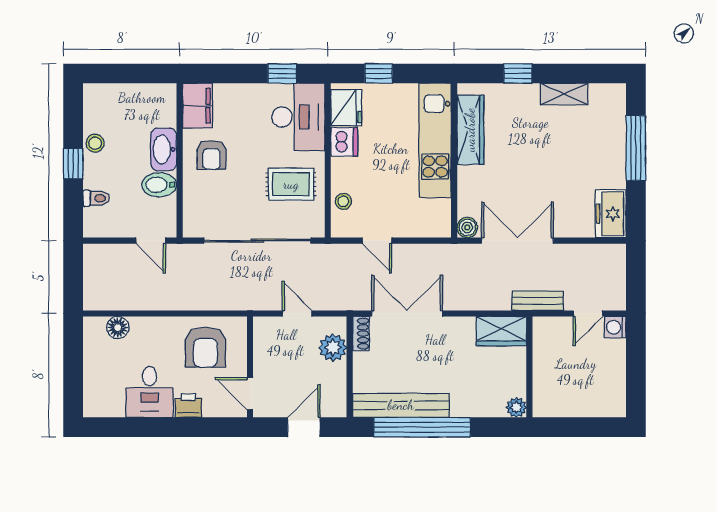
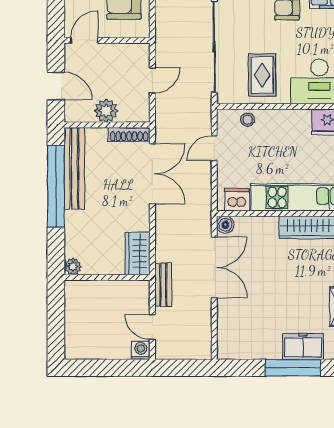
dishwasher: (344, 142) -> (237, 200), moved, turned 180
freezer: (611, 214) -> (303, 346), moved
shoe rack: (361, 334) -> (129, 134), width x1.43
plant: (333, 348) -> (106, 111), moved

